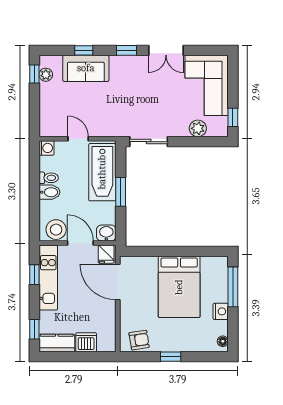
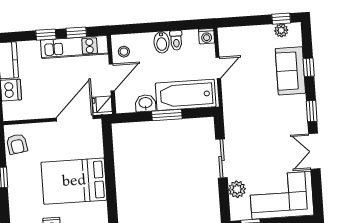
sliding door: (149, 142) -> (221, 159), moved
stool: (56, 230) -> (124, 52), width x0.53, depth x0.53
washbasin: (106, 233) -> (146, 103), moved, turned -90
window: (34, 329) -> (46, 35), moved

